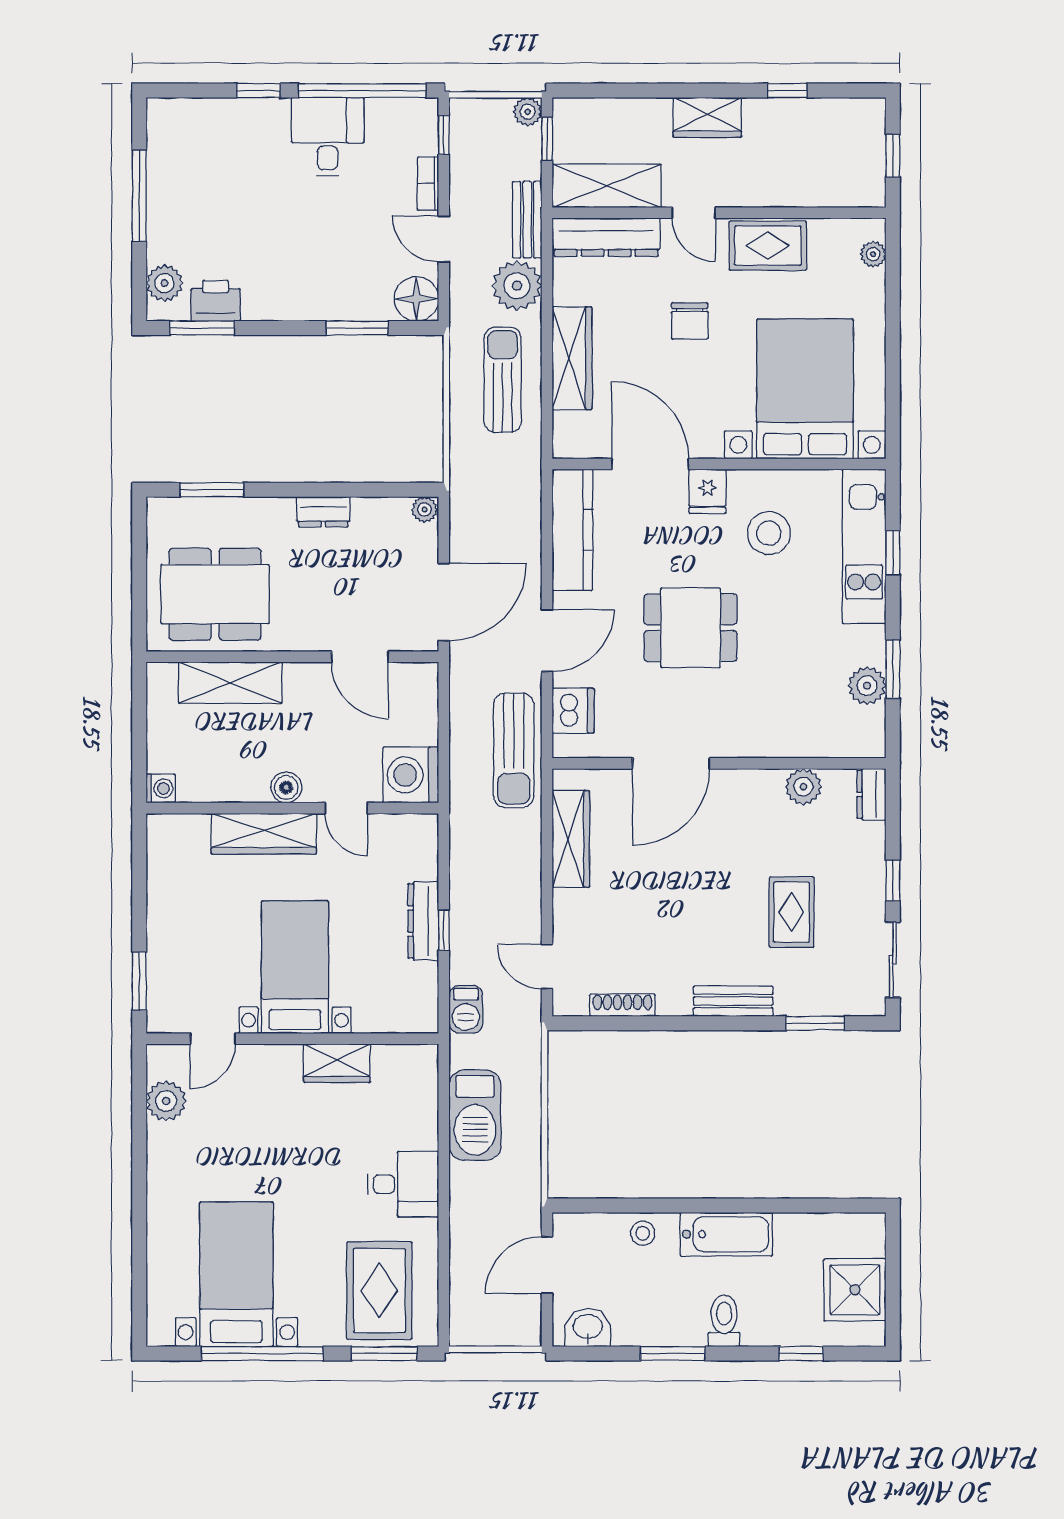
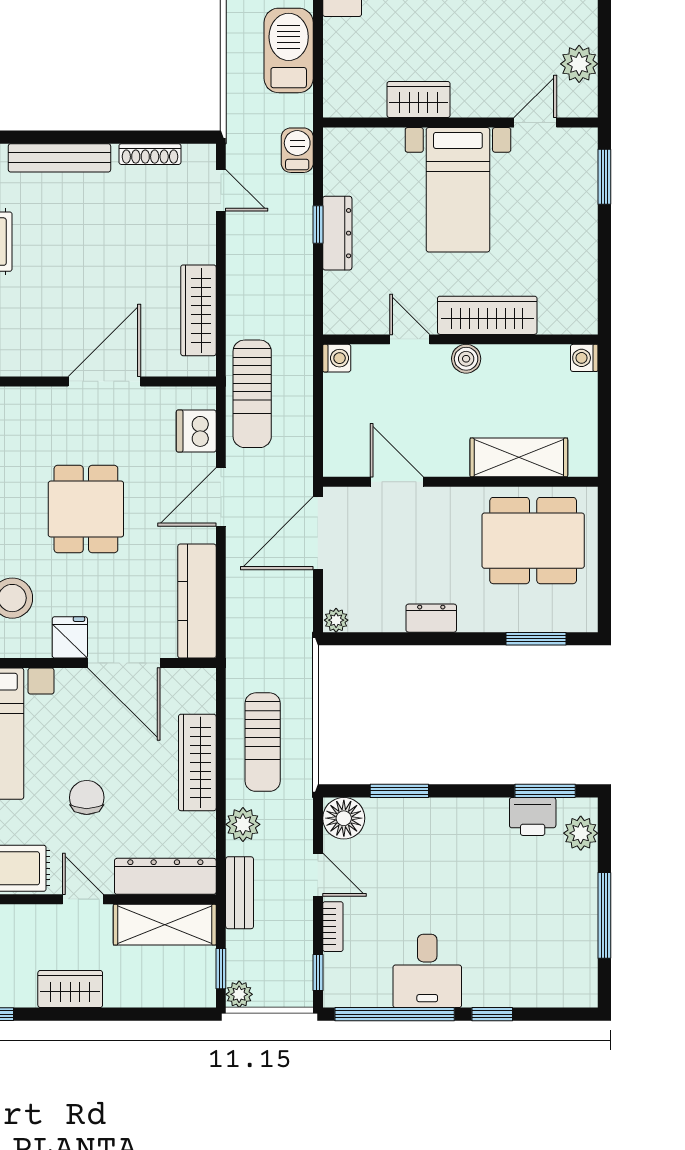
plant: (517, 286) -> (243, 824), width x0.73, depth x0.73
dining table: (691, 628) -> (86, 509), turned 90
sun lounger: (514, 750) -> (252, 394), turned 180
washing machine: (411, 775) -> (337, 358), width x0.53, depth x0.53
bench: (733, 1001) -> (59, 158), width x1.36

